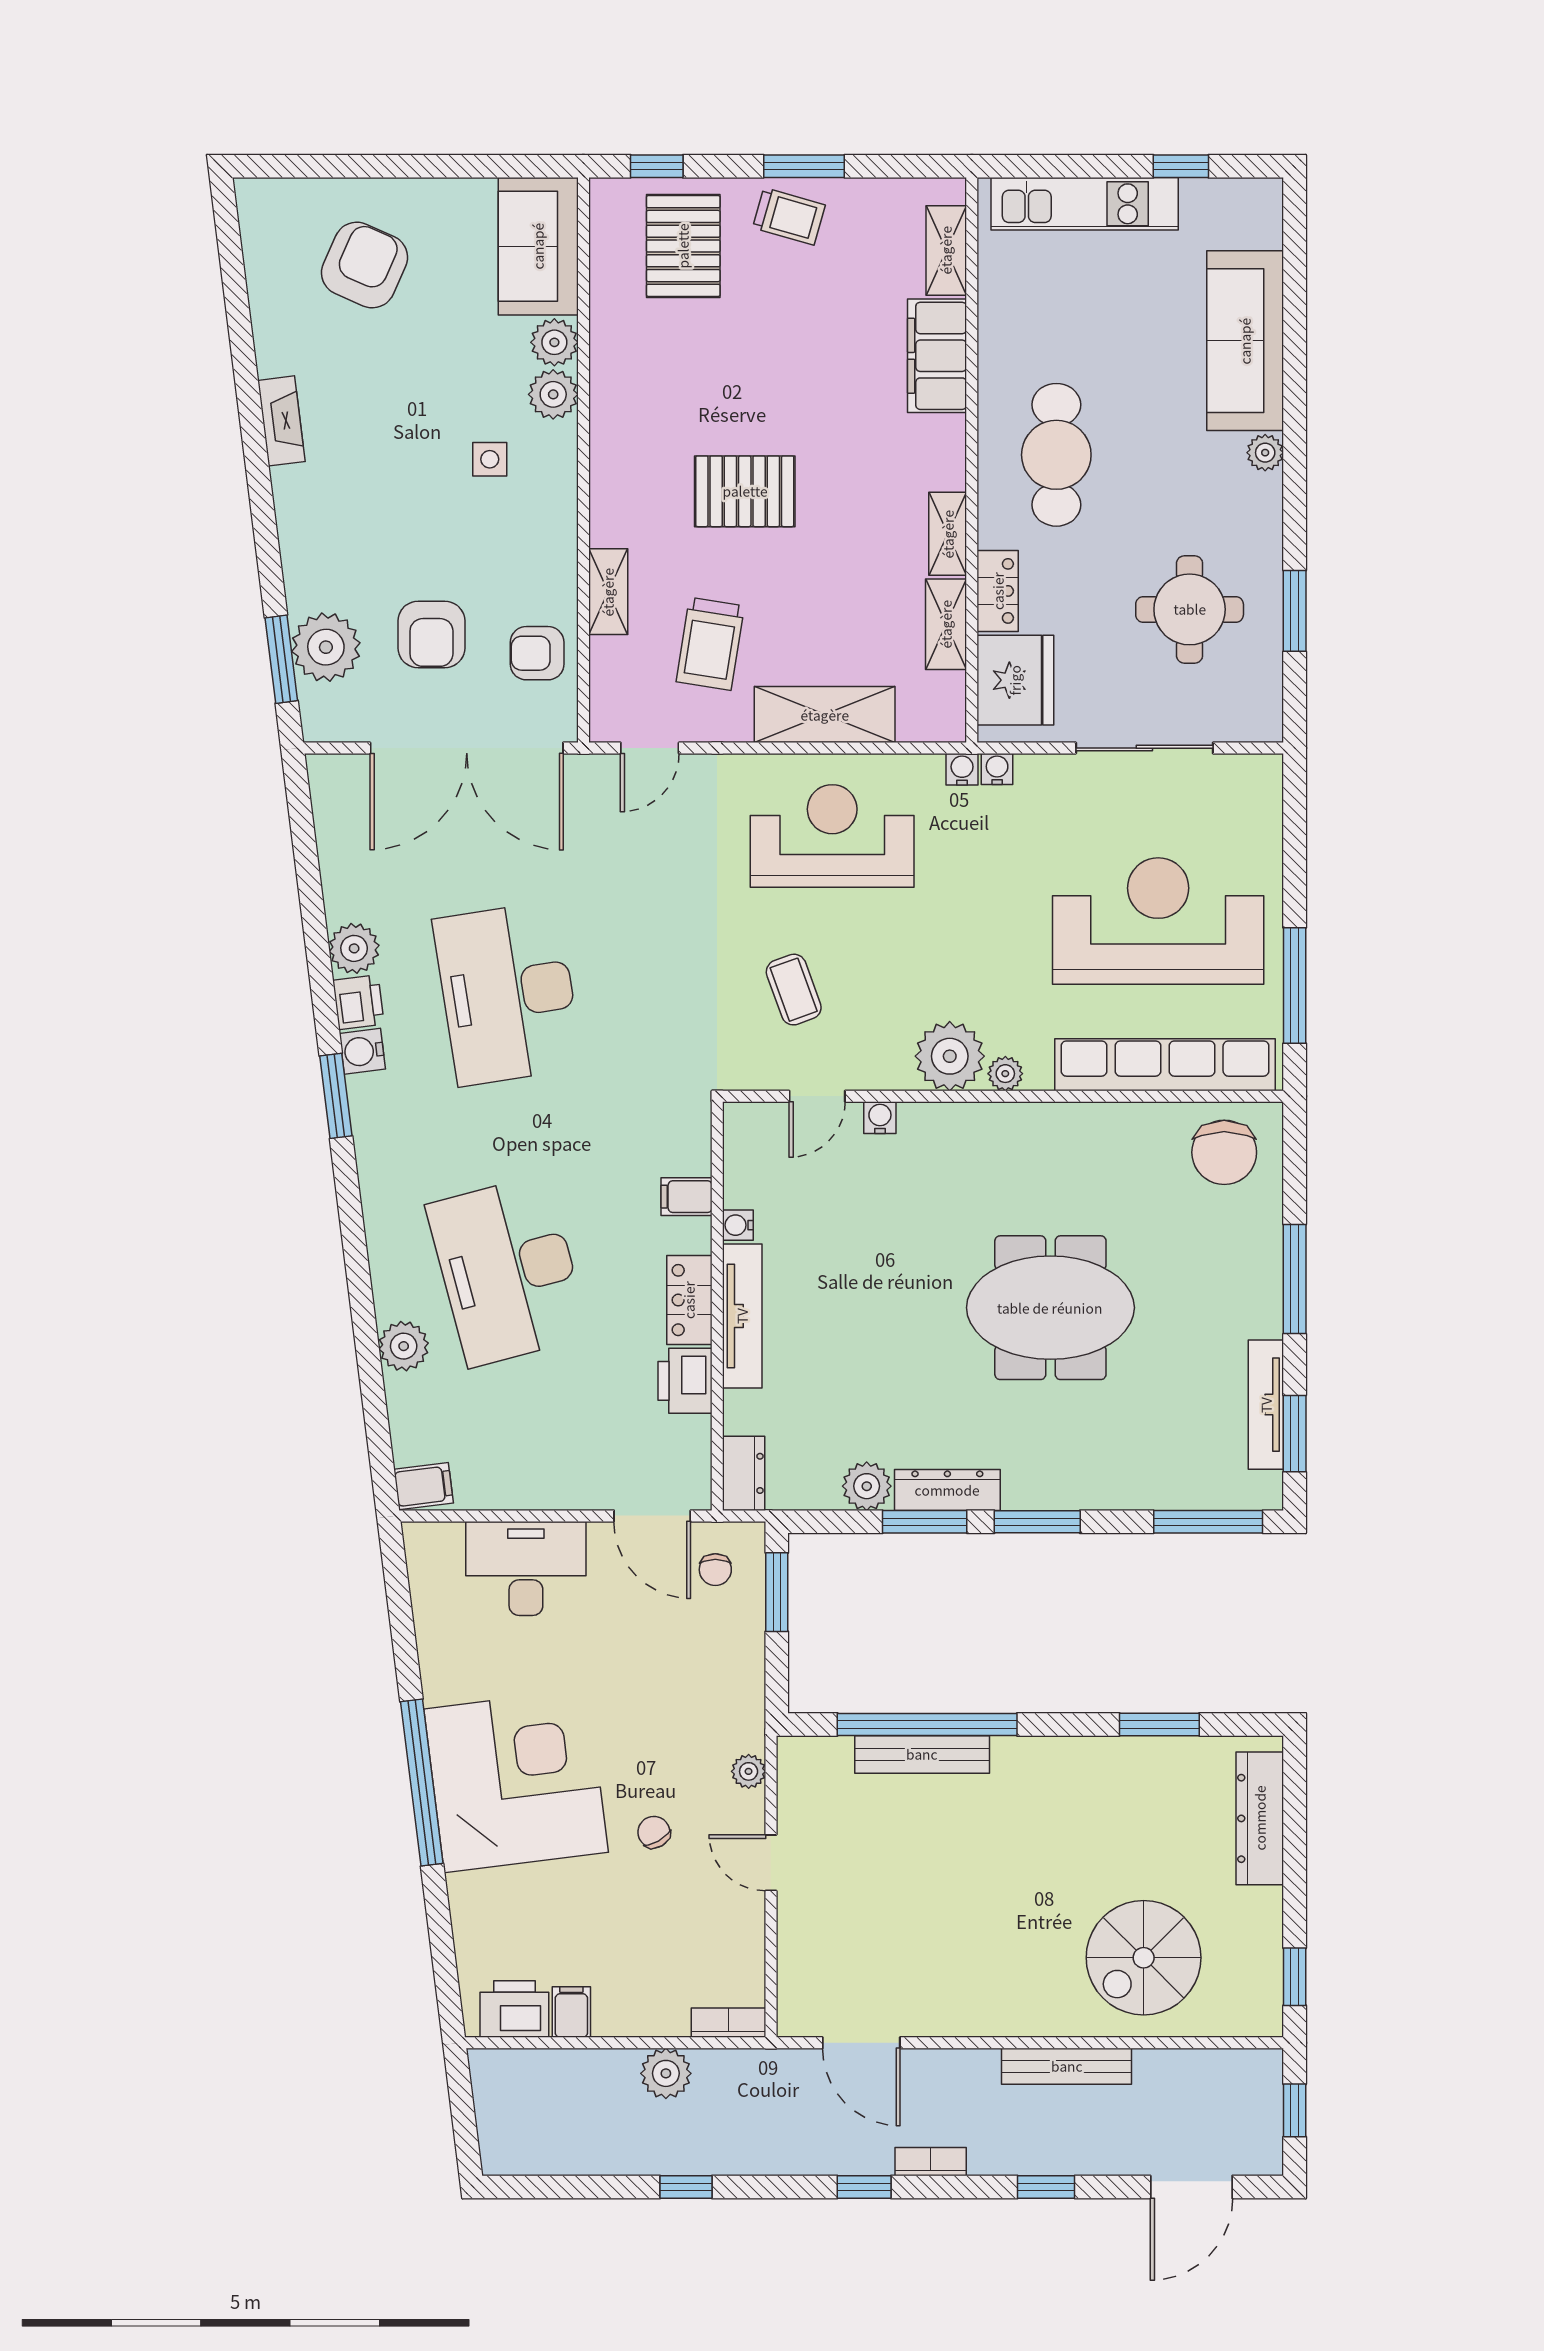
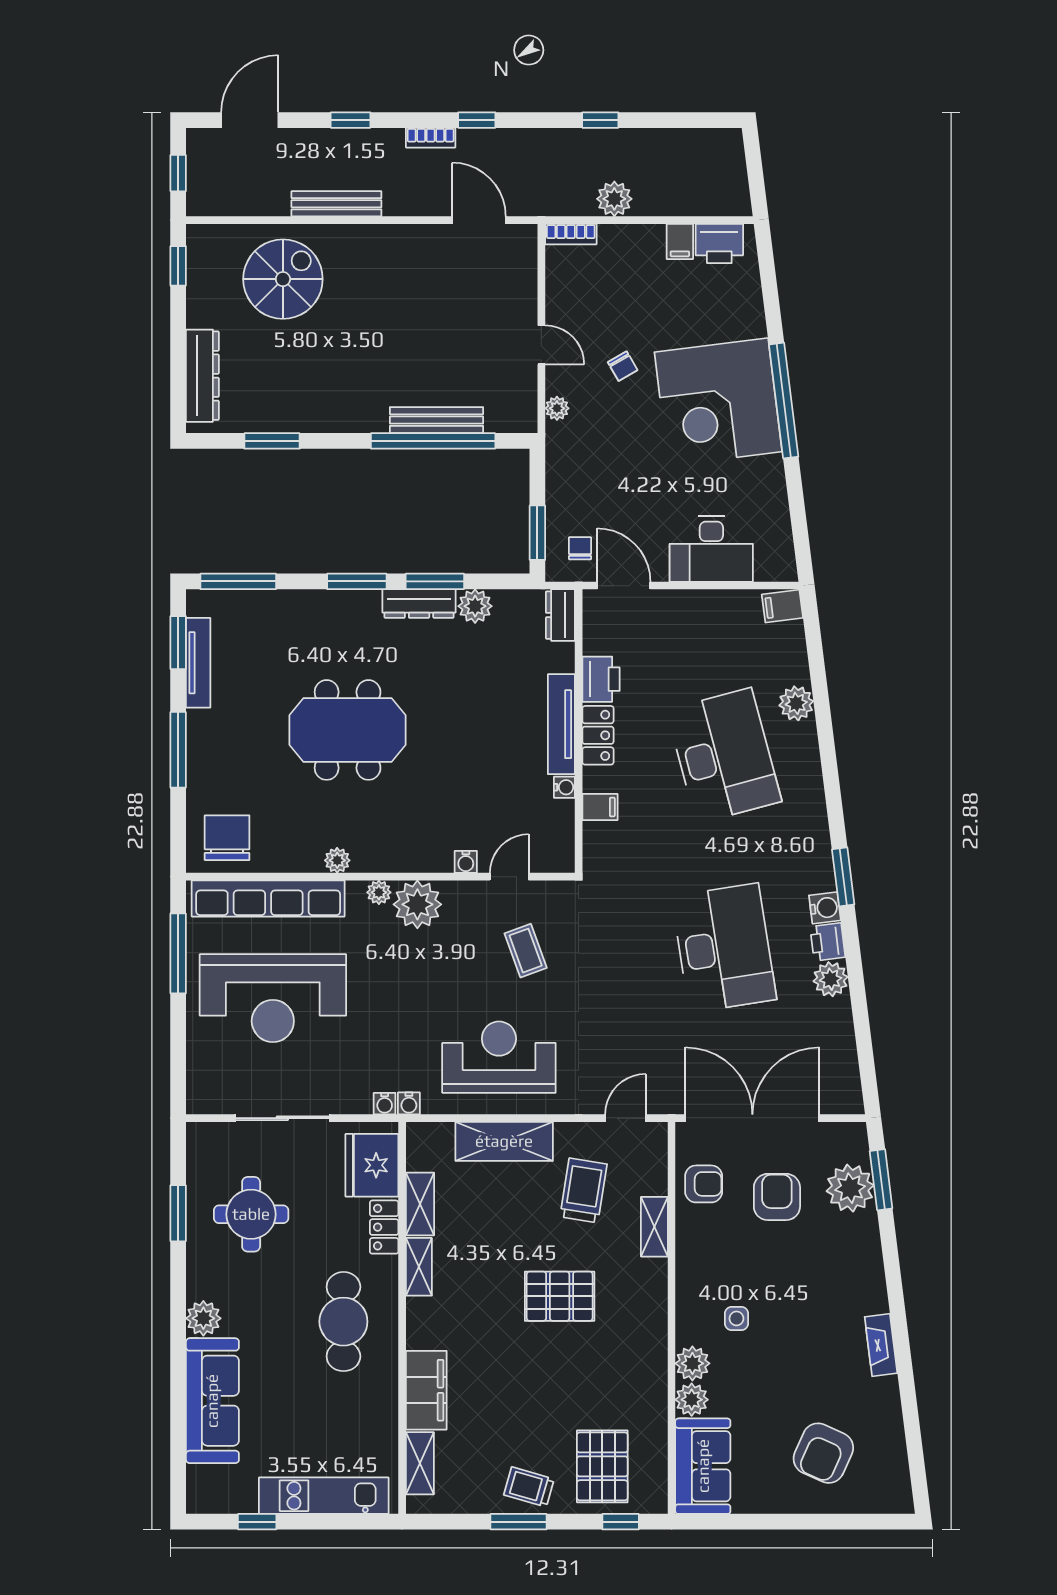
plant: (1265, 453) -> (203, 1318), width x1.38, depth x1.38
reception desk: (832, 836) -> (499, 1057), turned 180
plant: (1065, 1120) -> (337, 860), added

